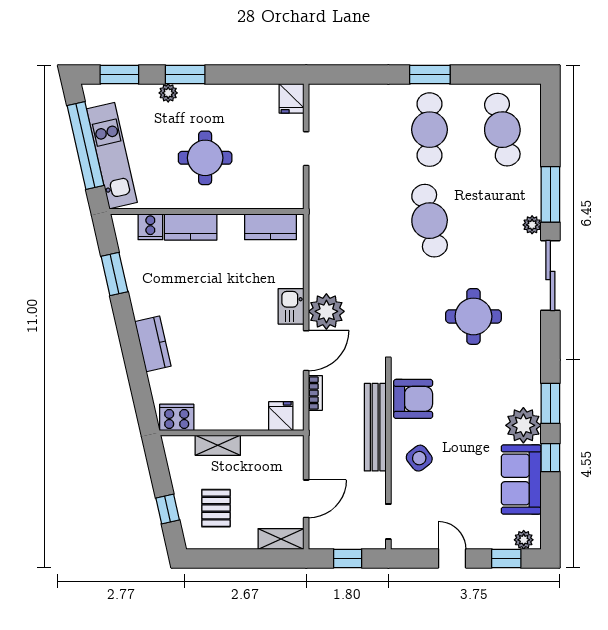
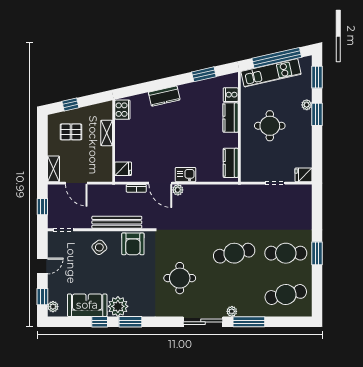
plant: (326, 311) -> (178, 190), width x0.53, depth x0.53

